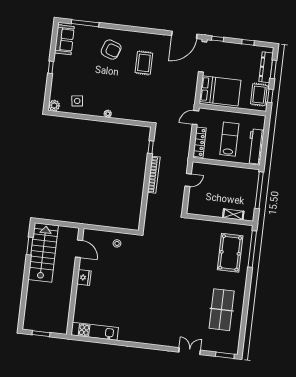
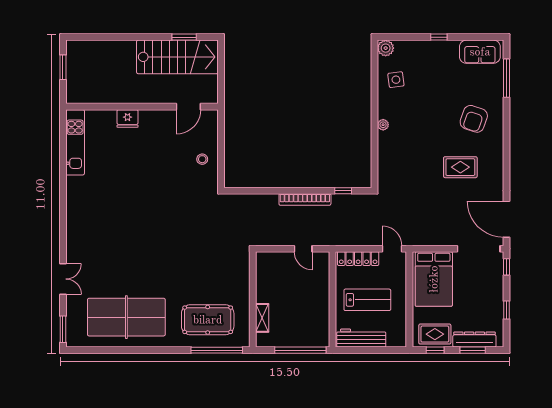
fridge: (84, 277) -> (128, 118), moved
table tennis table: (222, 310) -> (126, 317), width x1.36, depth x1.32

